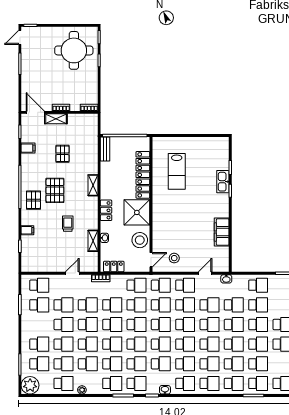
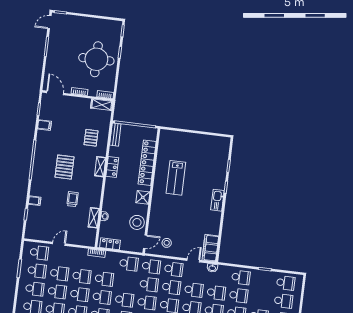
round table: (74, 50) -> (96, 59), moved
shelving: (56, 119) -> (102, 105), moved
pallet: (62, 154) -> (91, 138), moved
lab bench: (177, 171) -> (176, 178), moved
kitchen sink: (223, 182) -> (217, 200), moved
pallet: (33, 200) -> (44, 174), removed
locker: (106, 210) -> (112, 167), moved
shower: (137, 212) -> (143, 197), width x0.54, depth x0.54
filing cabinet: (222, 232) -> (210, 248), moved
door: (72, 273) -> (59, 244), moved
school desk: (136, 305) -> (35, 289), moved

